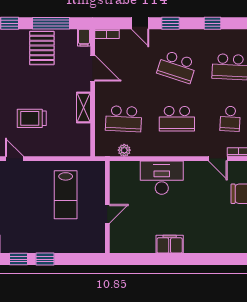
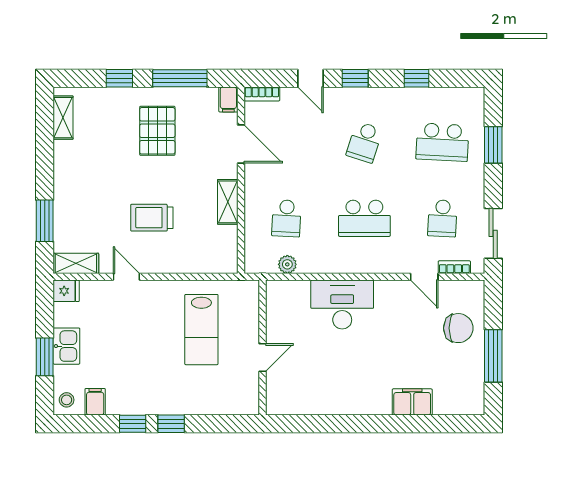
pallet: (42, 48) -> (157, 131), moved
school desk: (177, 67) -> (364, 142), width x0.54
school desk: (124, 119) -> (286, 218), width x0.54
filing cabinet: (170, 244) -> (412, 402), moved

